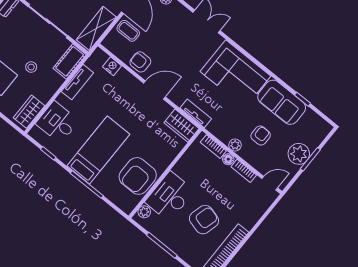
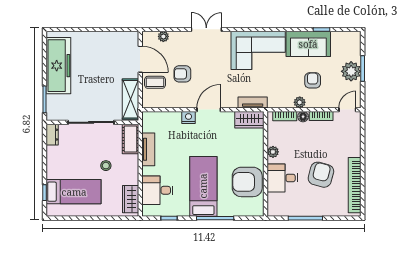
armchair: (140, 62) -> (182, 74), moved
nightstand: (112, 66) -> (189, 117), moved
armchair: (138, 176) -> (247, 182), turned 90
desk: (170, 196) -> (282, 178), width x0.73
plant: (144, 212) -> (273, 152), moved

